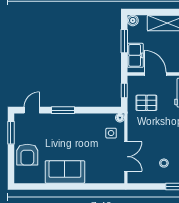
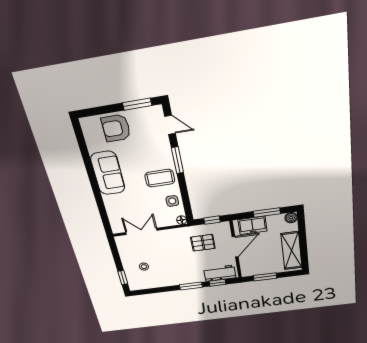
pallet: (146, 103) -> (203, 243), turned 90
coffee table: (77, 128) -> (160, 178), added
side table: (111, 133) -> (172, 201), moved
double door: (126, 157) -> (141, 231), swing flipped

